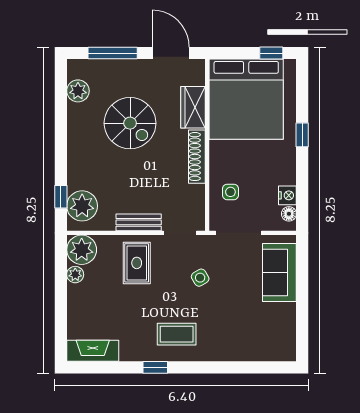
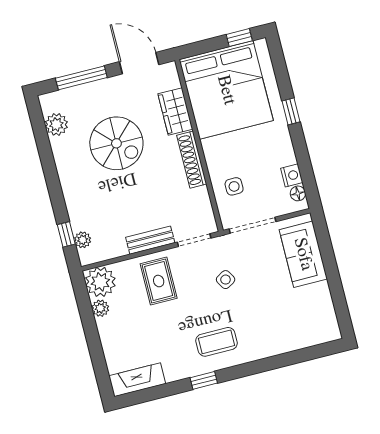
plant: (82, 206) -> (83, 240), width x0.53, depth x0.53

